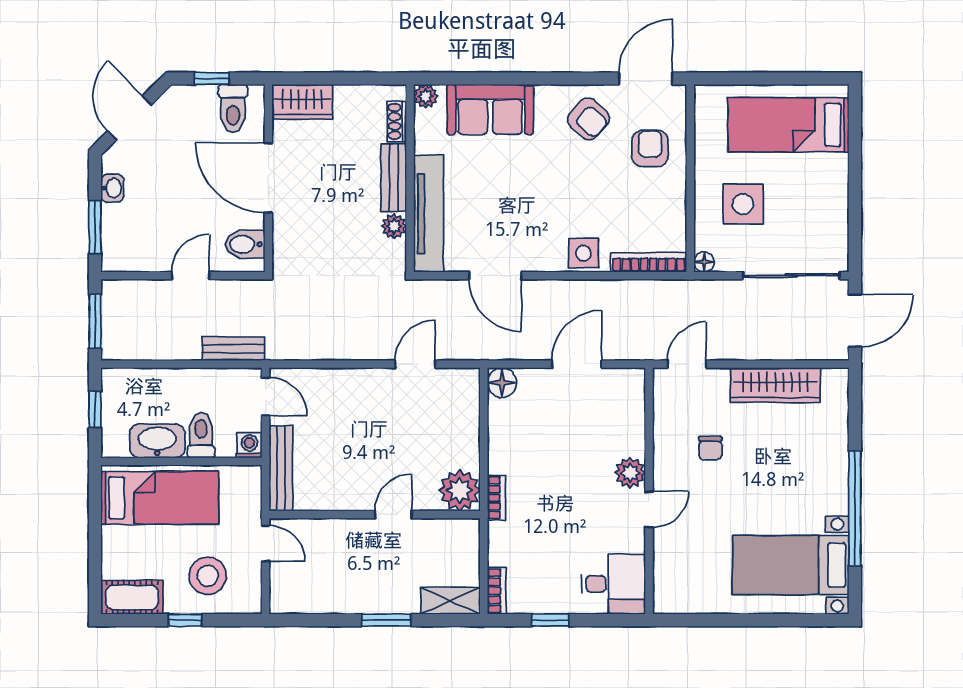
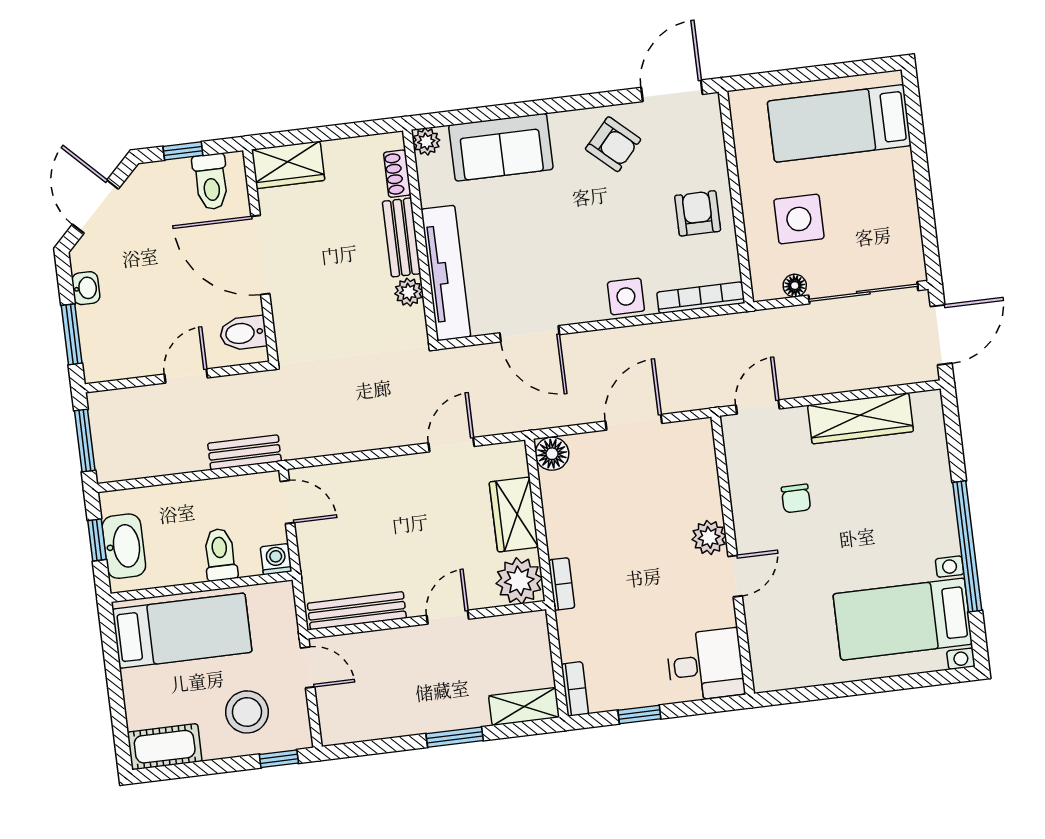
armchair: (650, 148) -> (698, 213), moved
floor lamp: (704, 262) -> (795, 286), moved
wardrobe: (462, 432) -> (514, 514), added
washbasin: (157, 441) -> (124, 546), moved, turned 90
bench: (281, 468) -> (357, 611), moved, turned 90
window: (185, 620) -> (279, 759), moved

